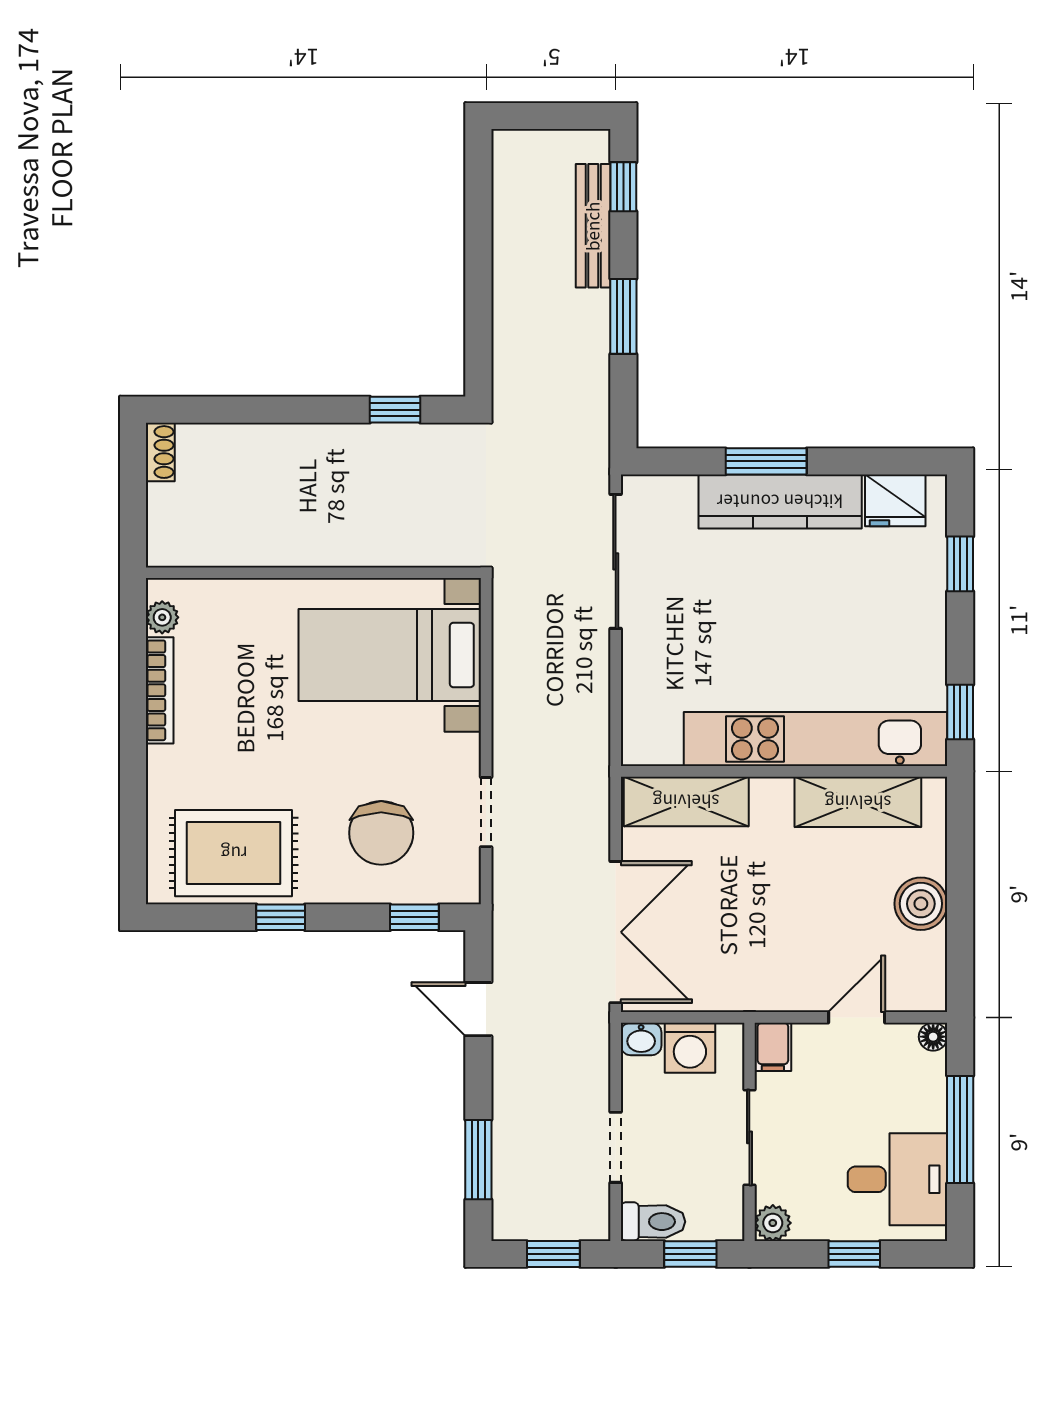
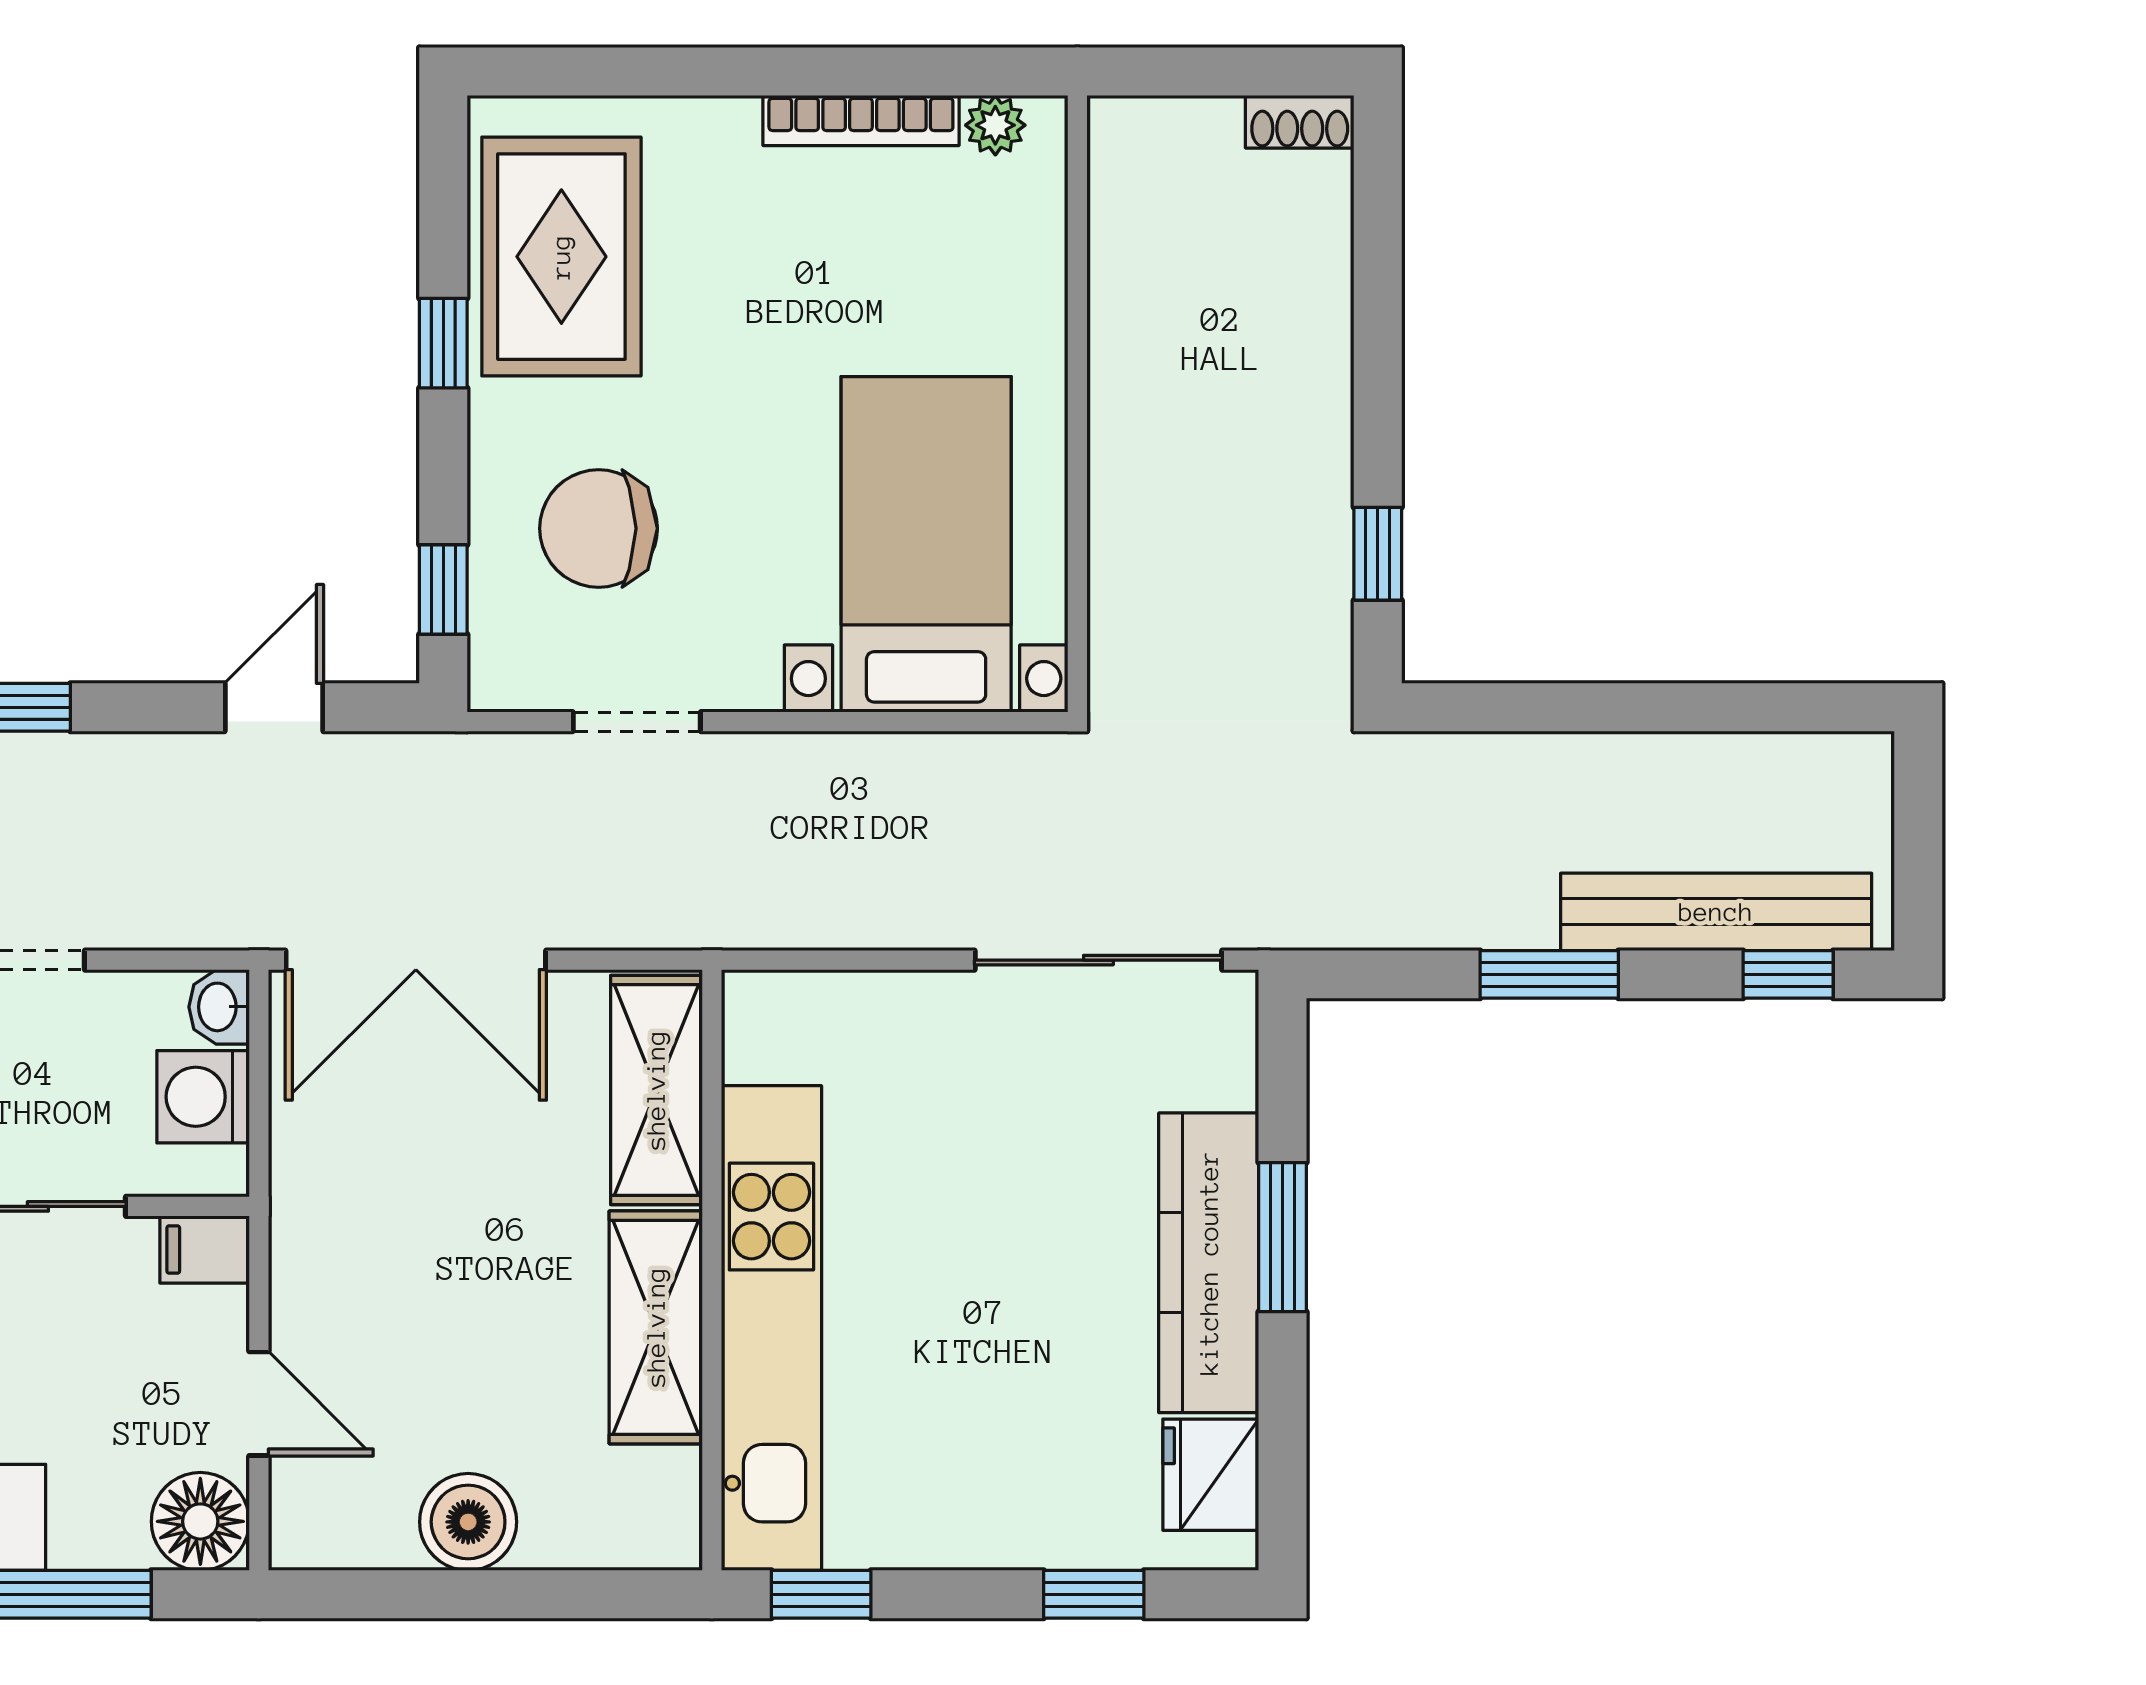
bench: (593, 226) -> (1716, 912), width x1.37, depth x1.21
shelving: (858, 802) -> (656, 1327), moved
floor lamp: (933, 1037) -> (200, 1521), width x1.89, depth x1.89

